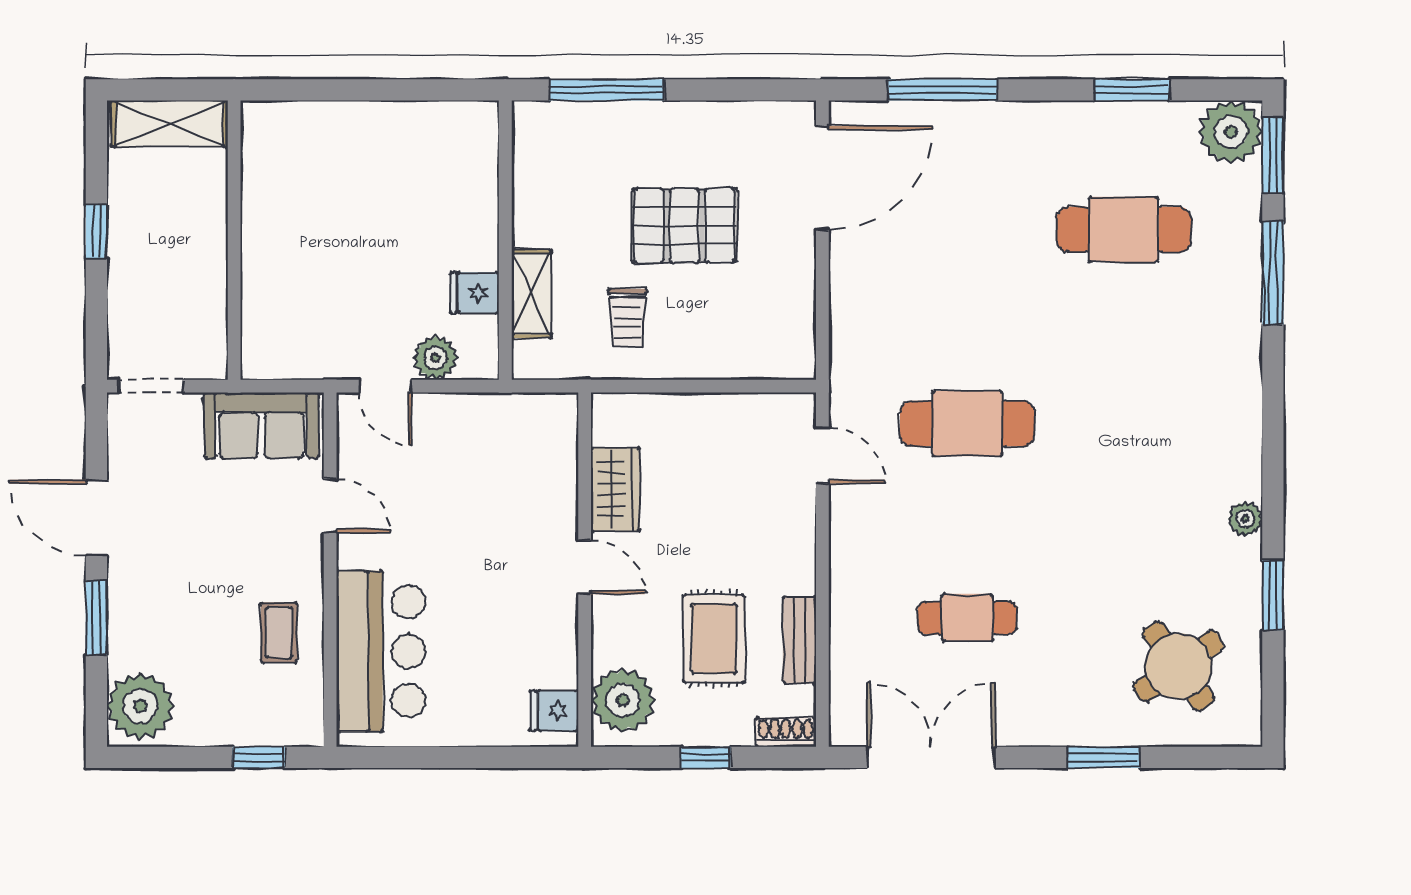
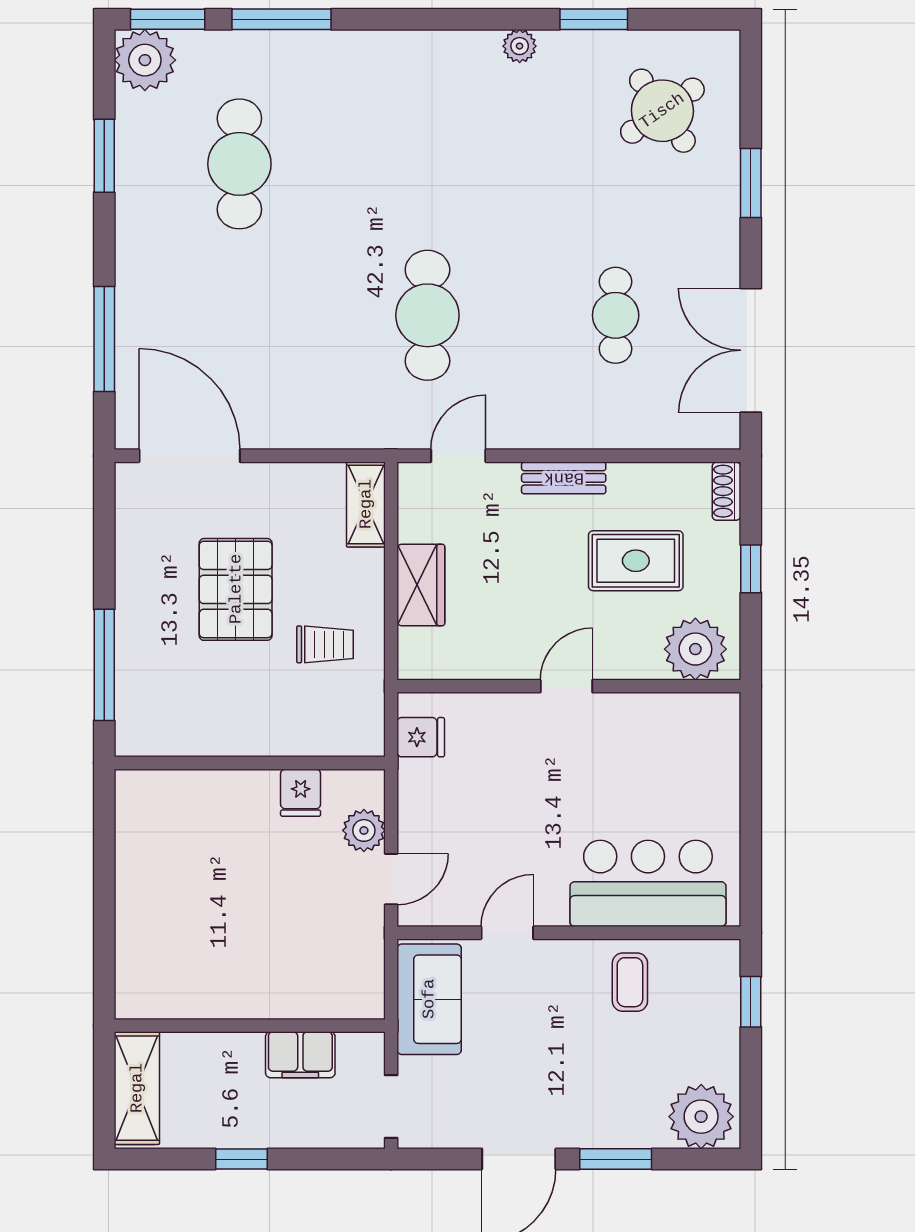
filing cabinet: (204, 292) -> (300, 1055), added
shelving: (531, 294) -> (366, 504), moved, turned 90
wardrobe: (615, 489) -> (421, 585), moved, turned 90
coffee table: (279, 633) -> (630, 982), turned 90
bench: (799, 640) -> (564, 478), moved
fridge: (554, 711) -> (421, 737), moved, turned -90

